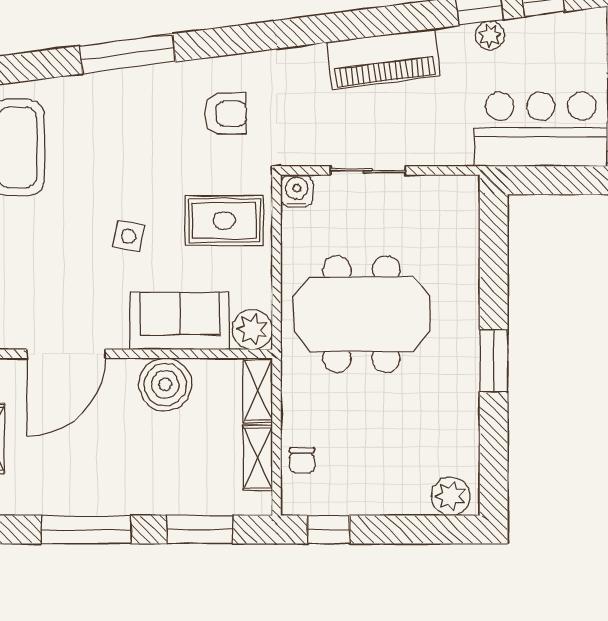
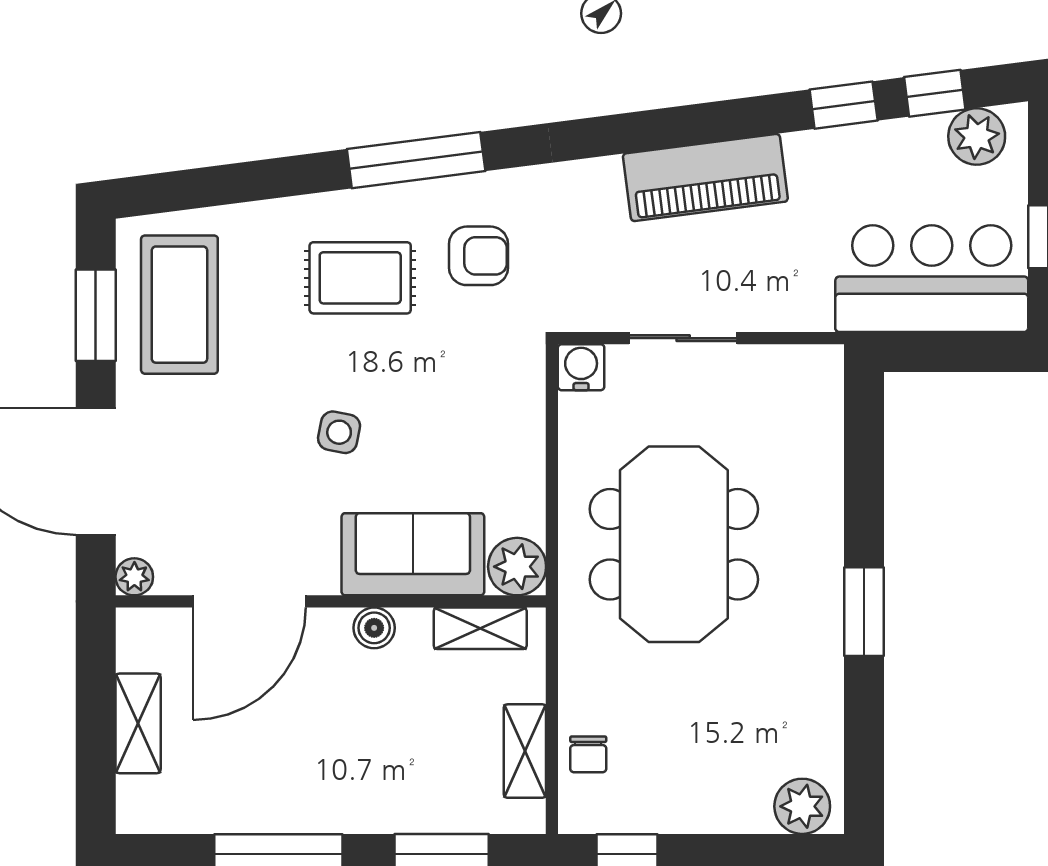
plant: (490, 36) -> (977, 136), moved, width x1.38, depth x1.38
window: (128, 54) -> (416, 160), moved
rug: (224, 221) -> (360, 278), moved
meeting table: (361, 314) -> (674, 544), turned 90
boiler: (165, 384) -> (374, 628), width x0.54, depth x0.54
shelving: (258, 390) -> (480, 628), moved, turned 90

